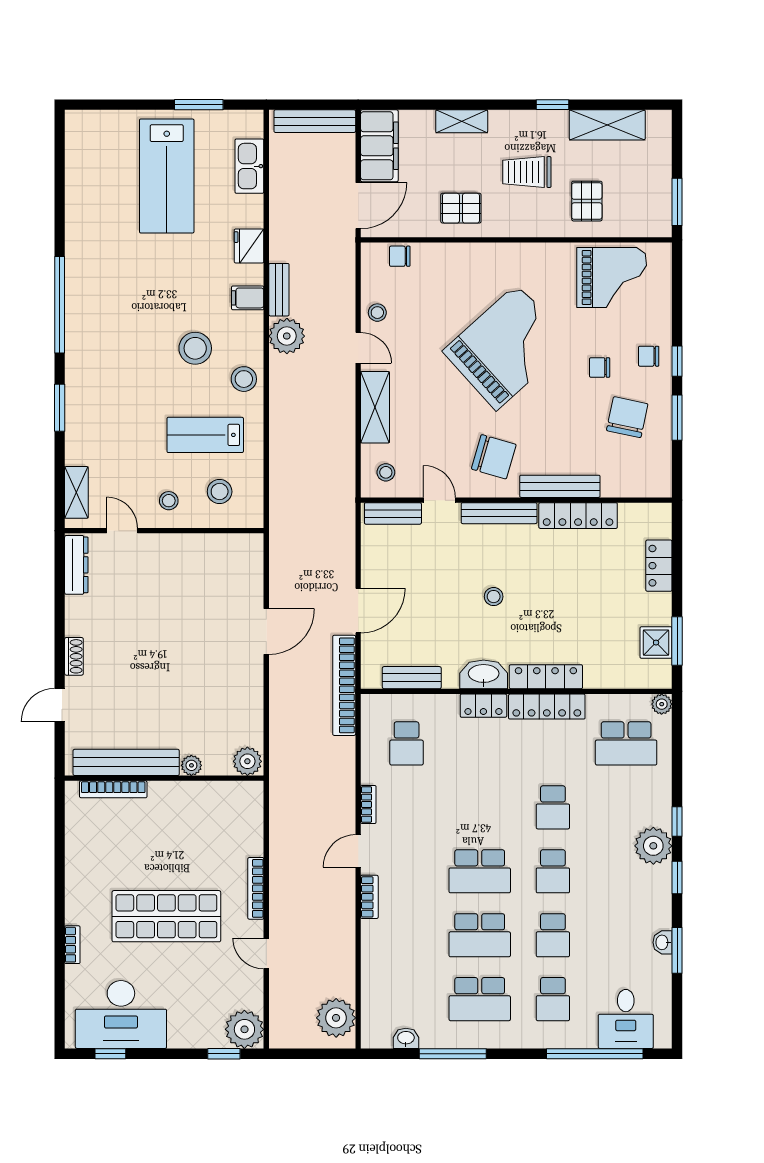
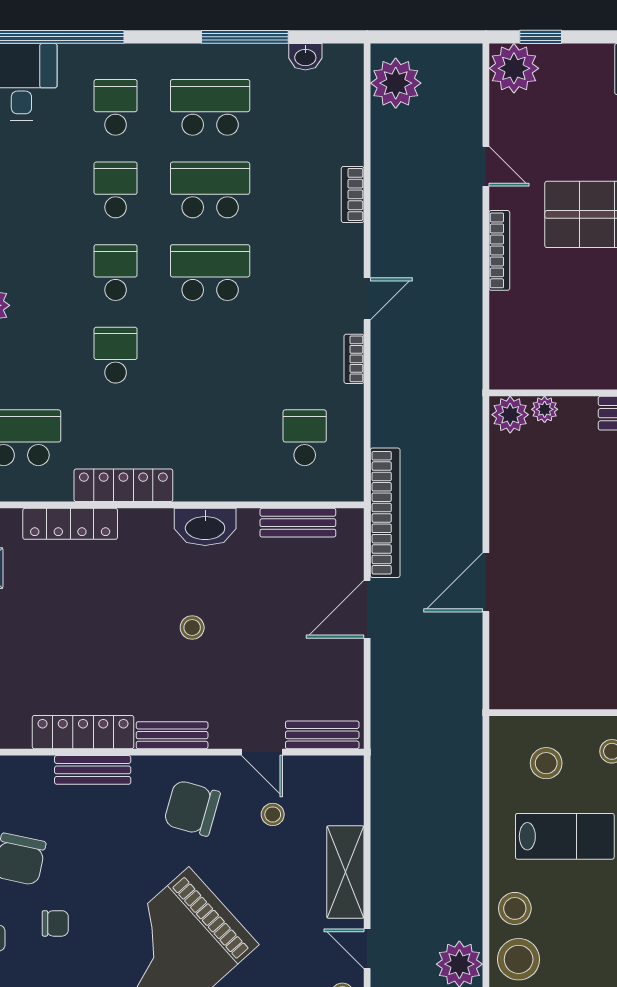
stool: (195, 348) -> (519, 959), moved
stool: (386, 472) -> (273, 814), moved
bench: (560, 486) -> (93, 770), width x0.73
bench: (499, 513) -> (172, 735), width x0.73
locker: (546, 677) -> (70, 524), moved
locker: (483, 706) -> (205, 487), removed
plant: (191, 765) -> (545, 409), moved
bookcase: (369, 897) -> (353, 194), moved

